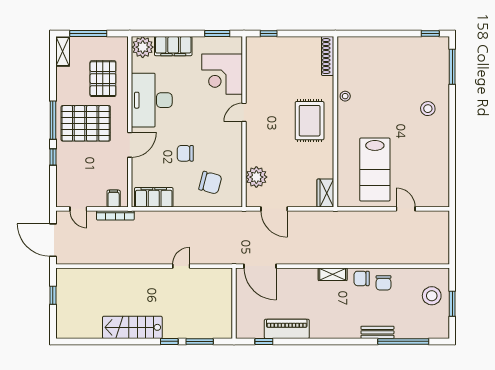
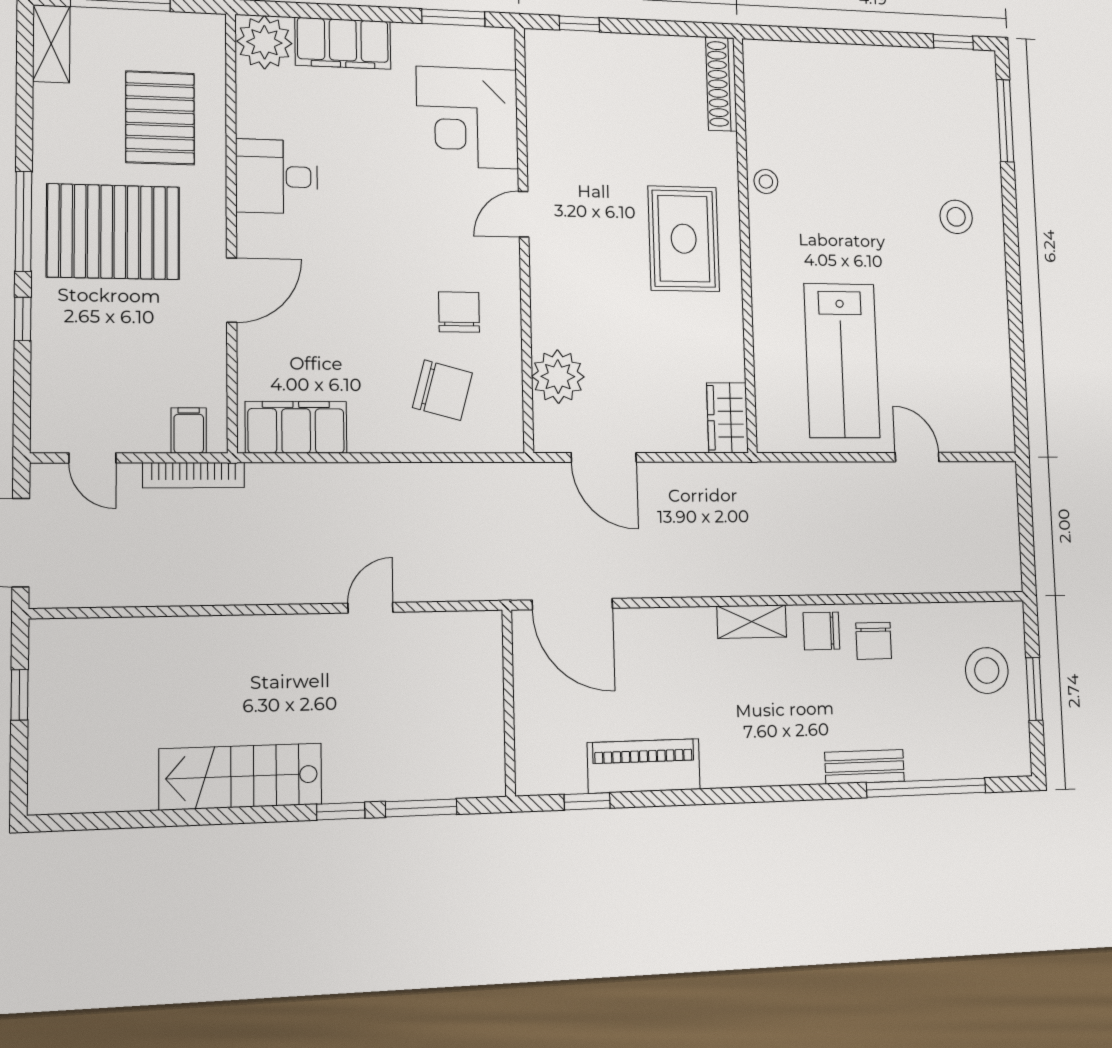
desk: (152, 100) -> (277, 176), width x0.53, depth x0.77
chair: (185, 153) -> (459, 312), moved, turned 90

